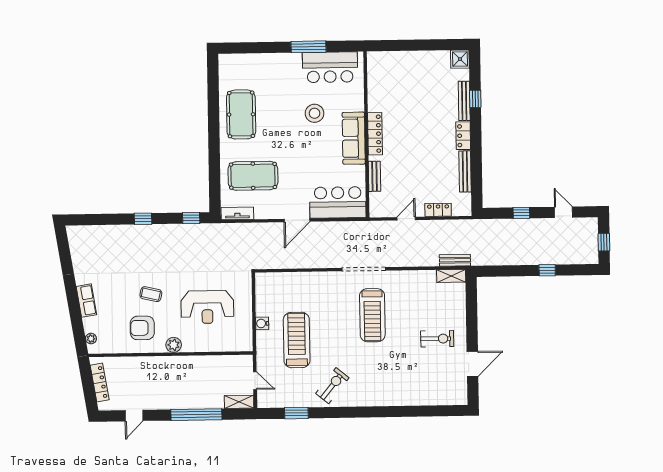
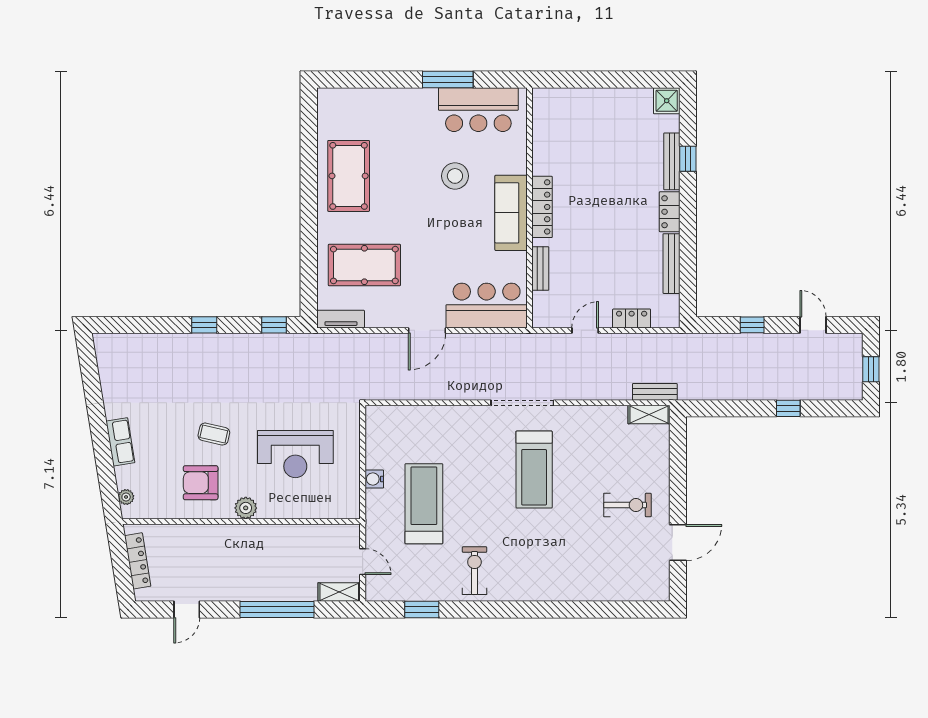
exercise bike: (332, 386) -> (474, 571), turned -39

